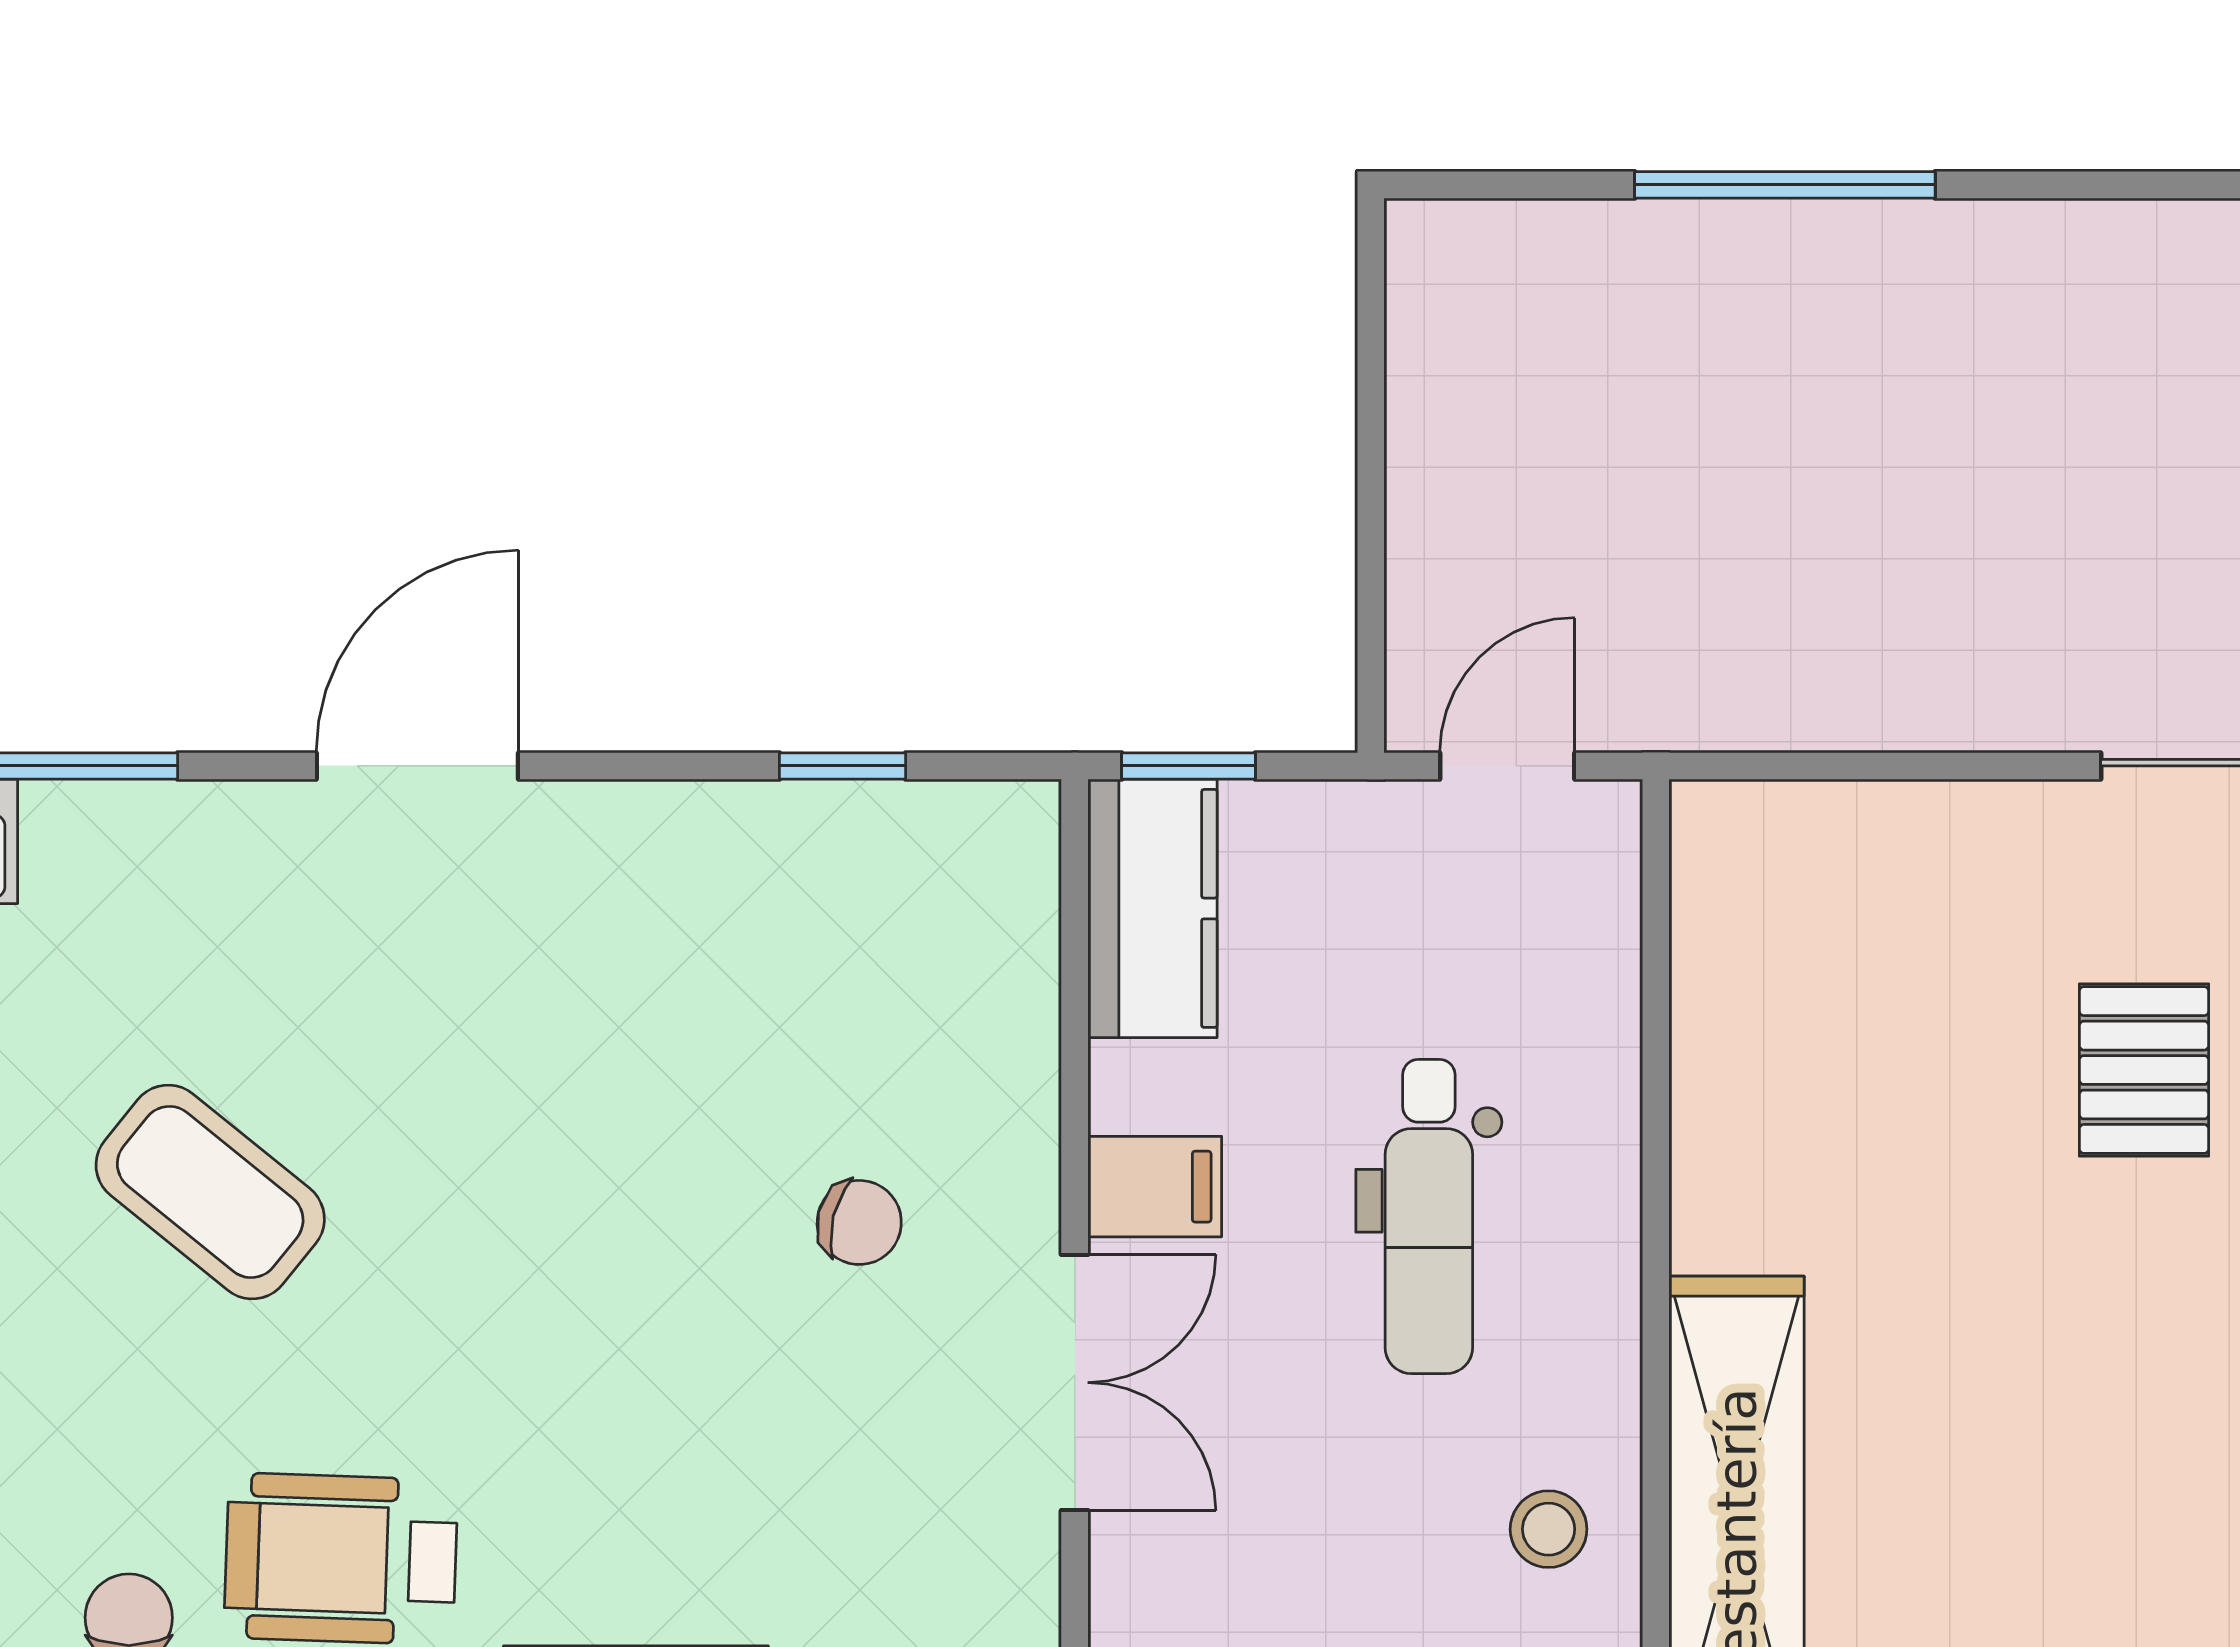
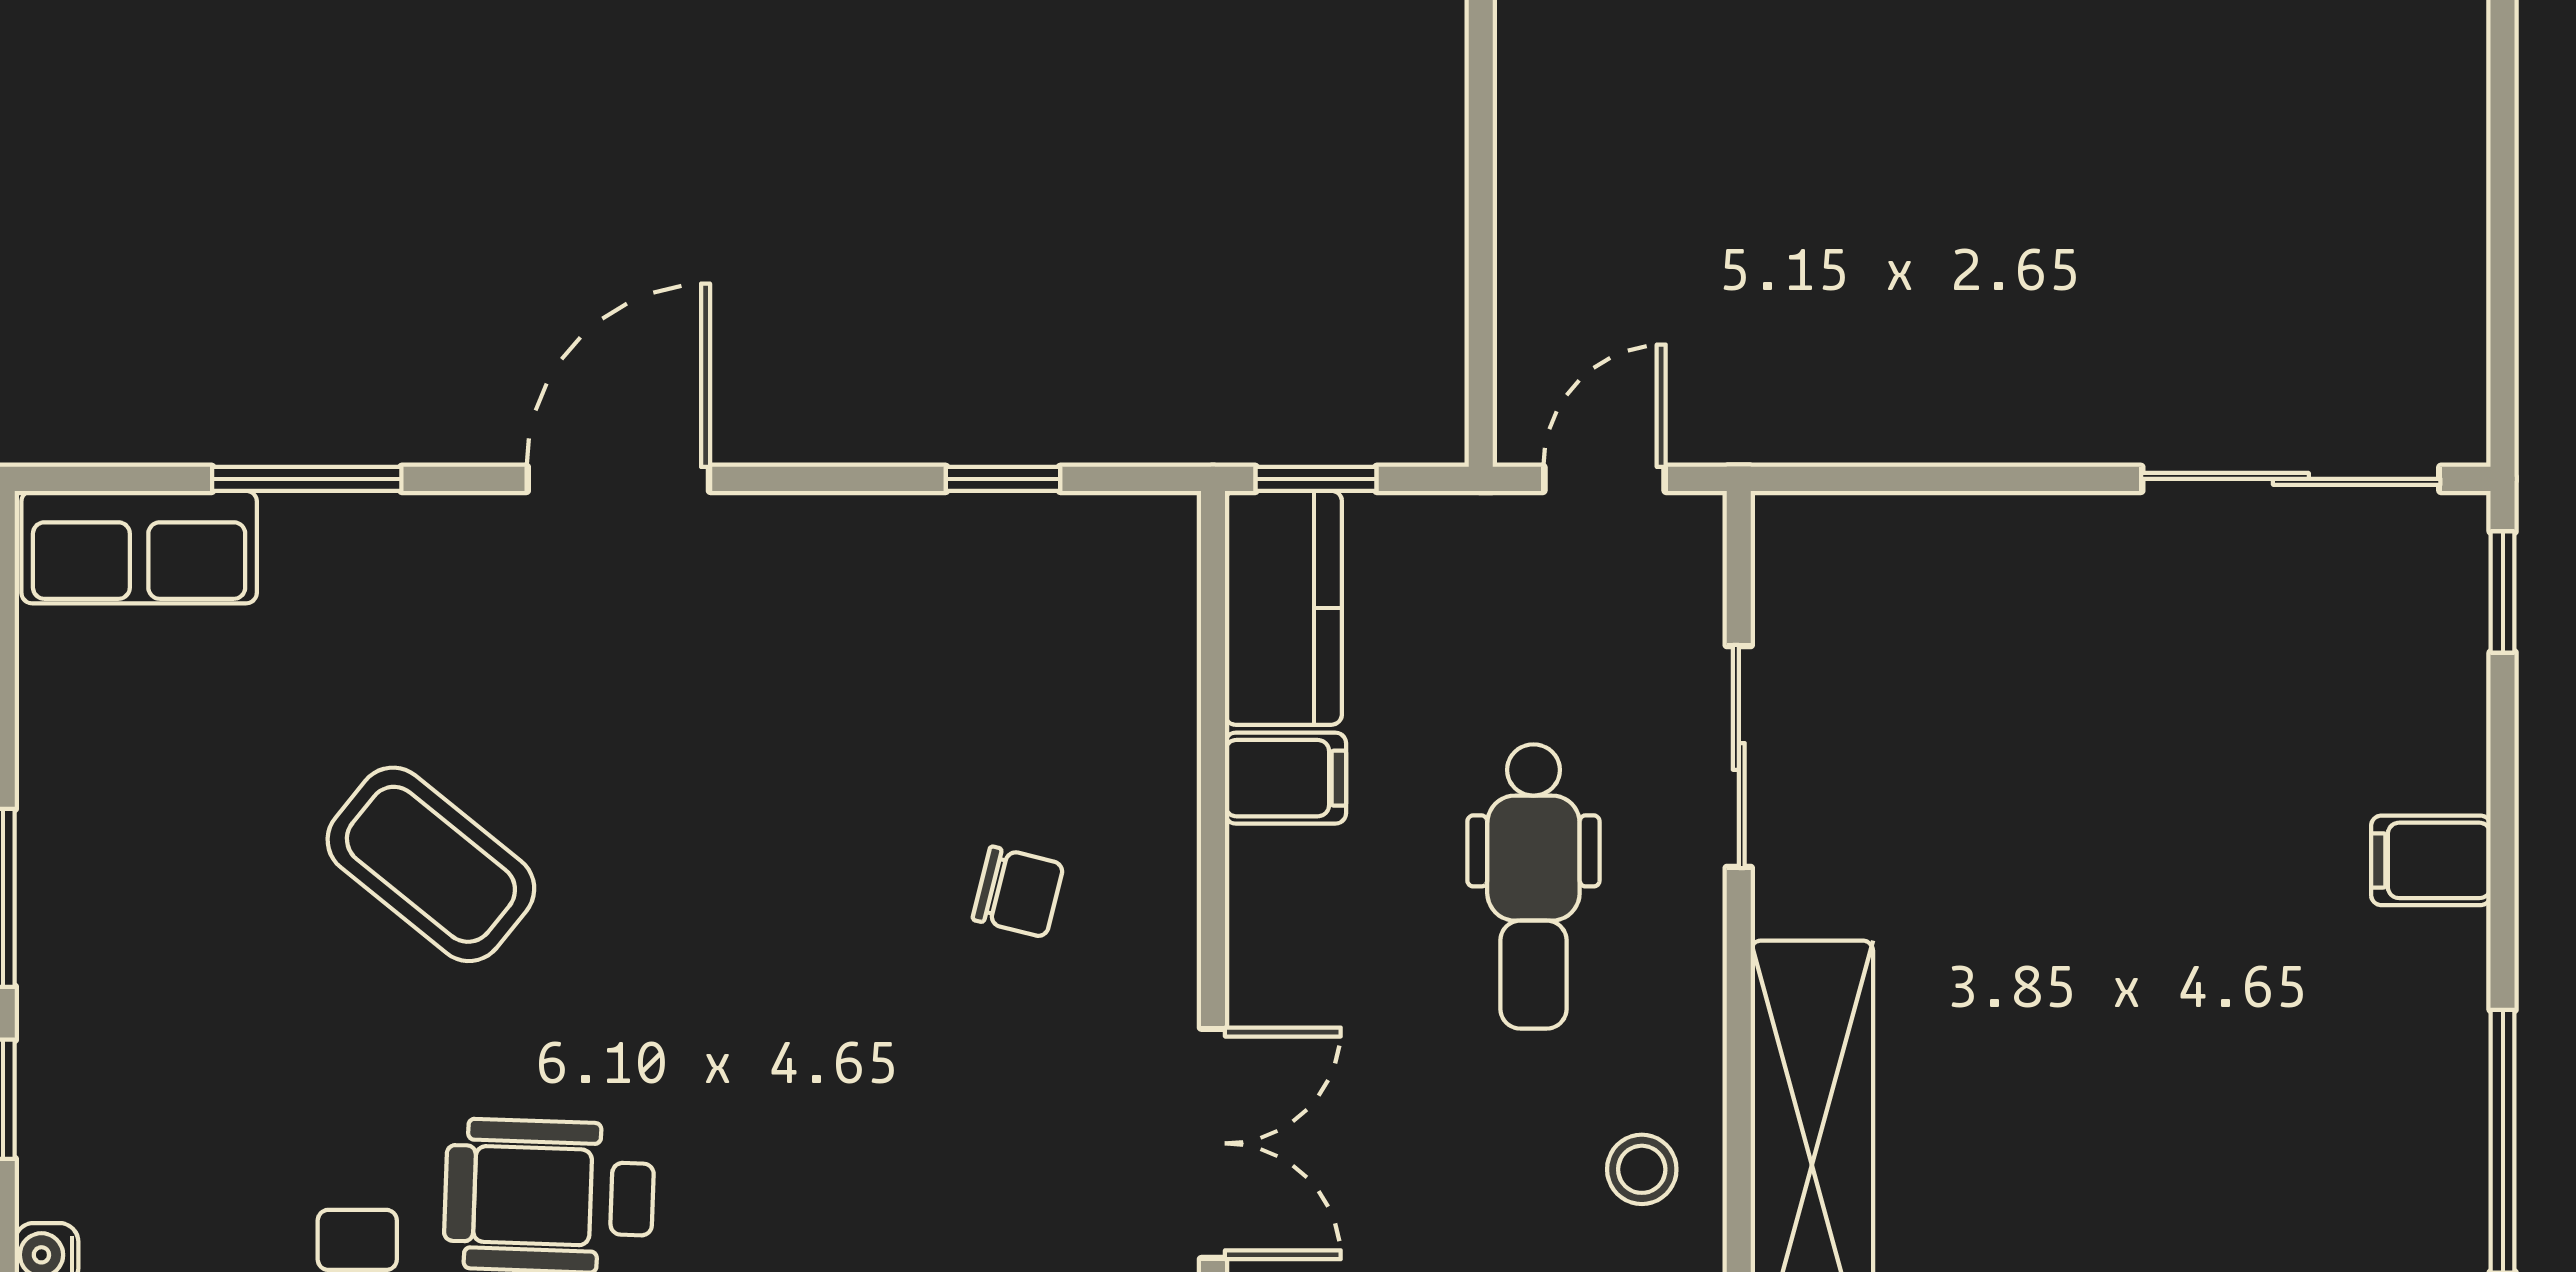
pallet: (2144, 1070) -> (2181, 754), removed
sliding door: (1656, 1073) -> (1739, 756), added
filing cabinet: (1155, 1187) -> (1286, 778), moved
double door: (1075, 1383) -> (1213, 1143), moved

